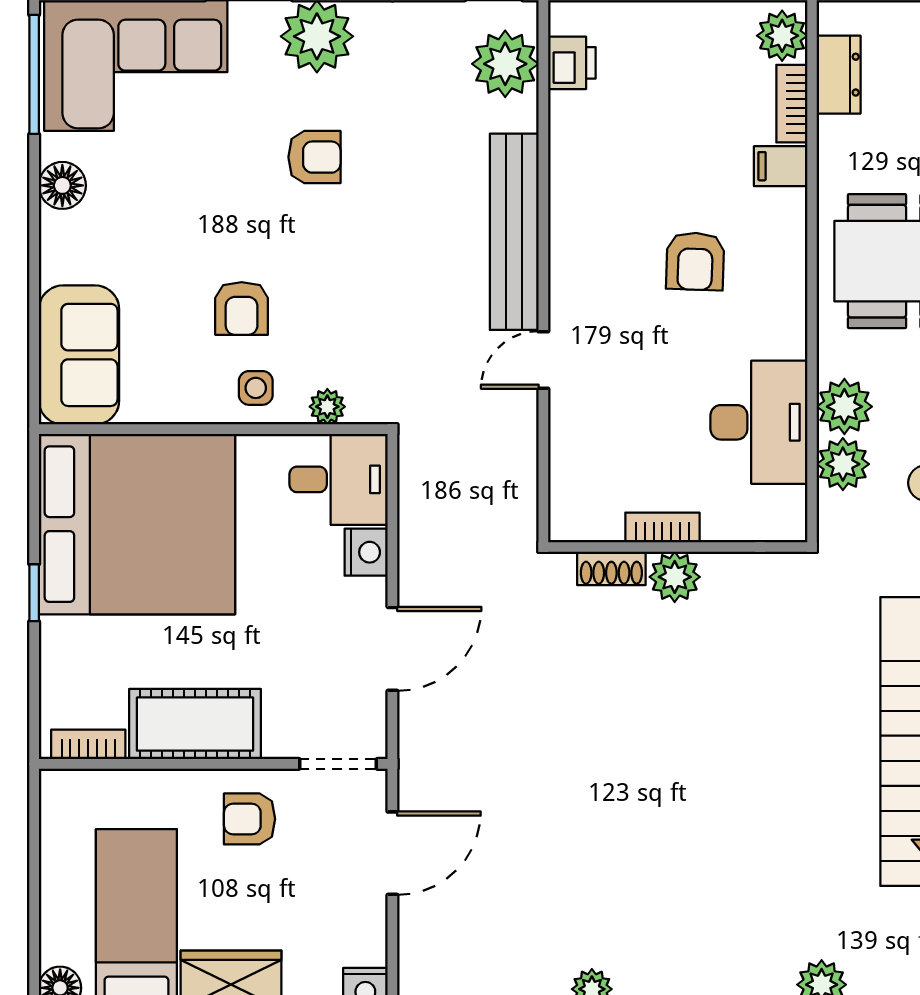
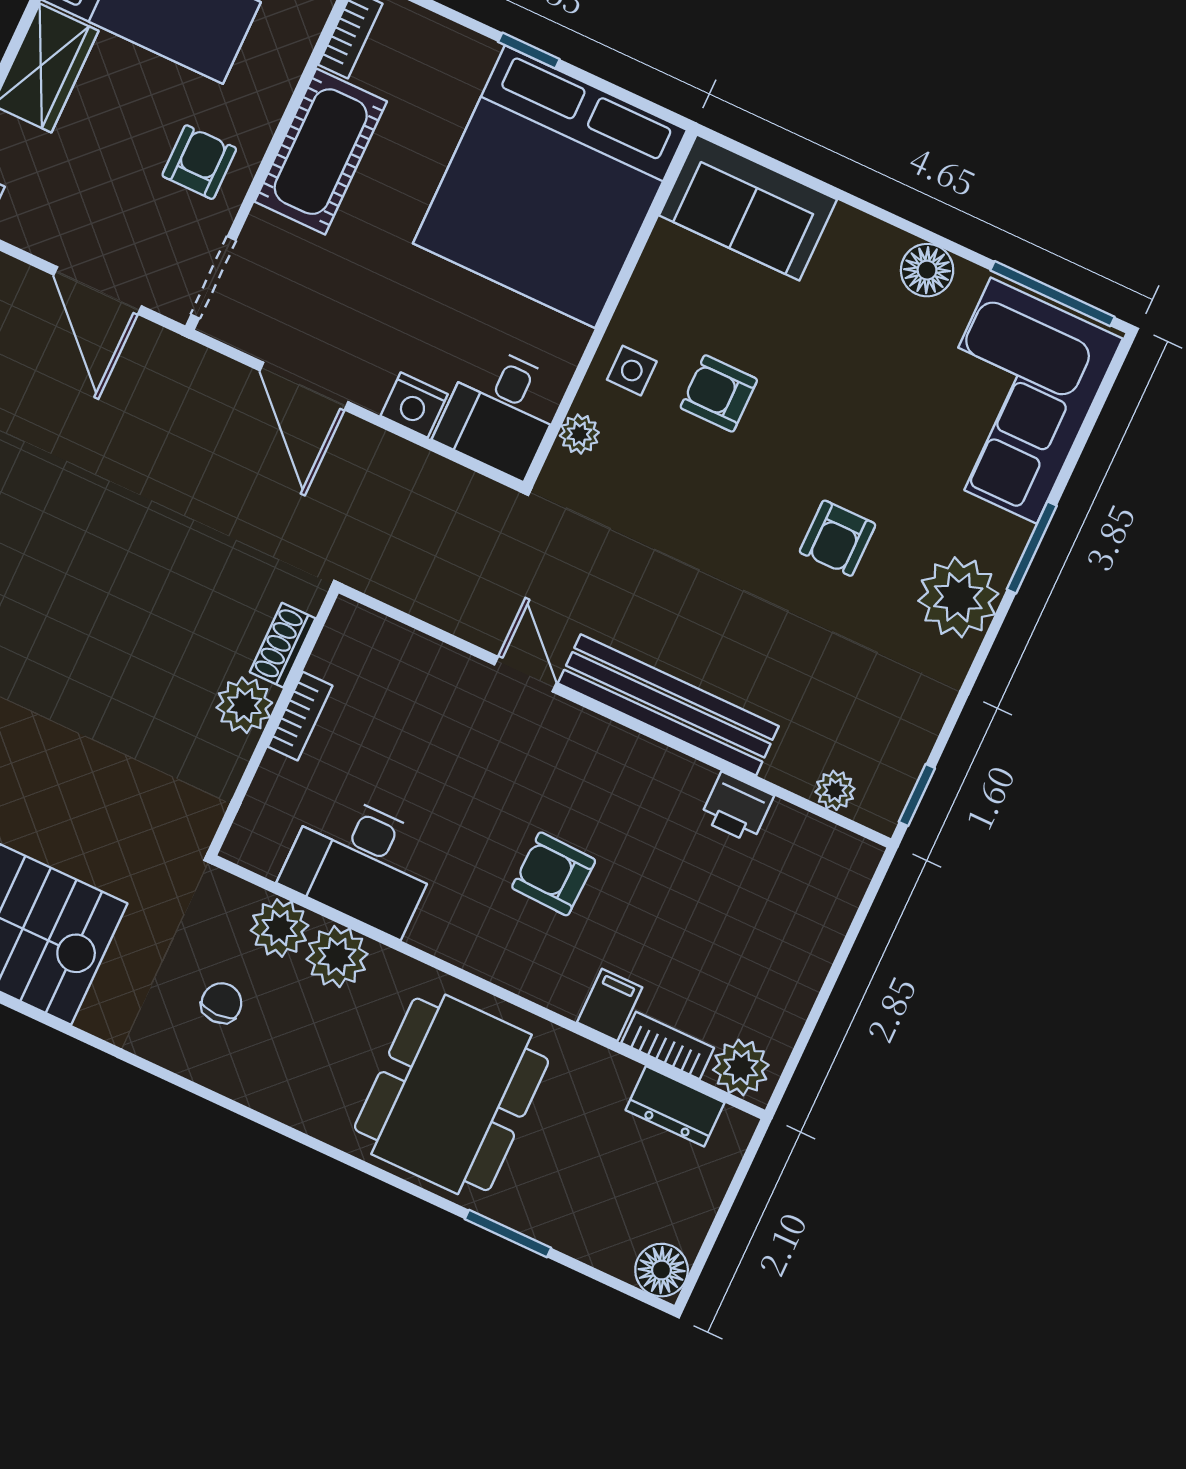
printer: (572, 63) -> (737, 807), moved
plant: (505, 64) -> (835, 790), width x0.53, depth x0.53

